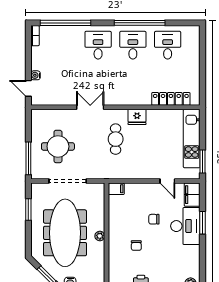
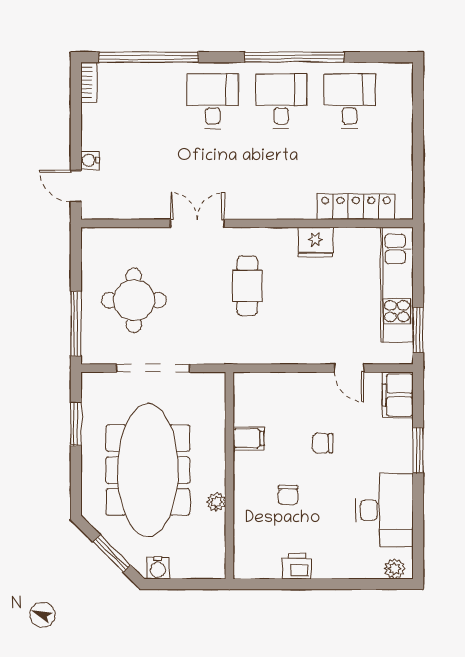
fridge: (137, 117) -> (315, 242), moved
filing cabinet: (116, 189) -> (249, 438), moved
desk: (185, 226) -> (384, 510), moved
plant: (100, 236) -> (216, 502), moved

